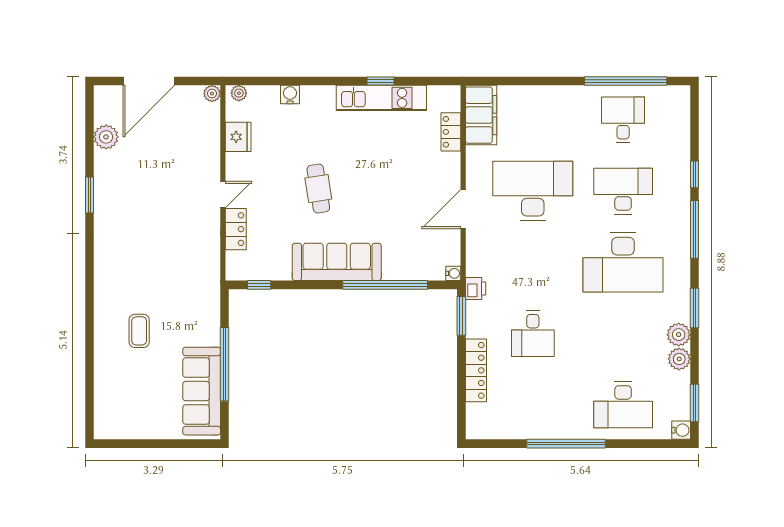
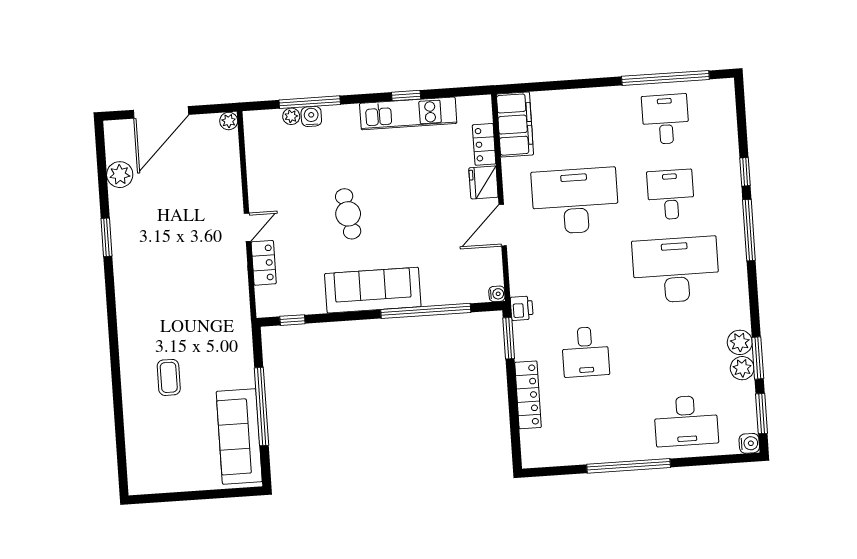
window: (289, 81) -> (310, 102), added
plant: (239, 93) -> (291, 116), moved
fridge: (238, 137) -> (483, 182), moved, turned 180
desk: (623, 191) -> (671, 195), width x0.73
desk: (623, 262) -> (676, 270), turned 180
window: (694, 308) -> (758, 358), moved

